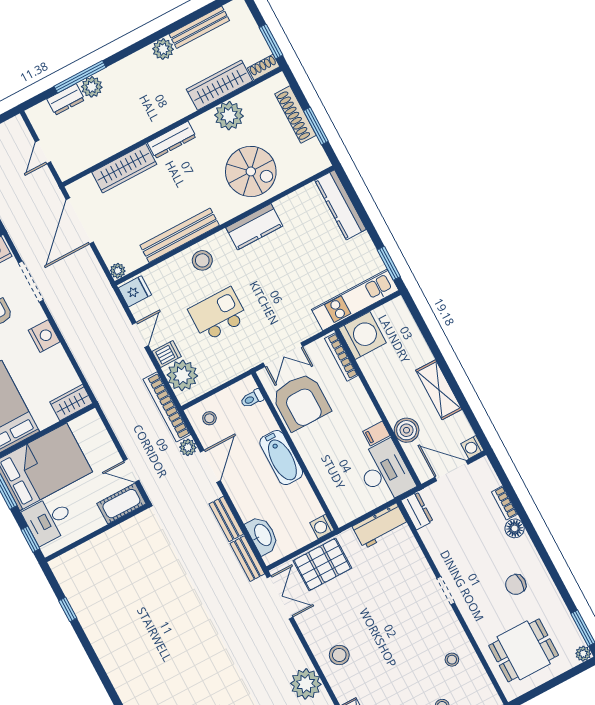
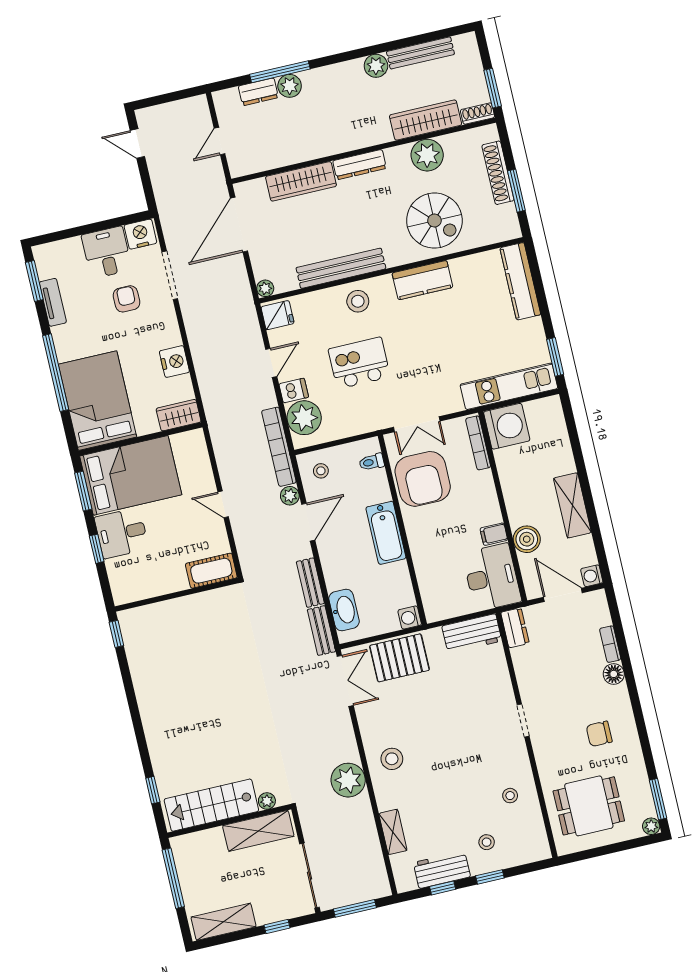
nightstand: (44, 336) -> (174, 362), moved
cot: (121, 504) -> (211, 571), moved
wall: (97, 533) -> (177, 595), moved

